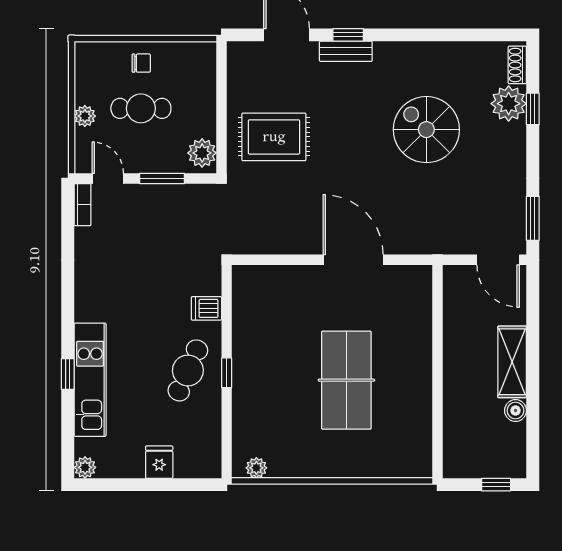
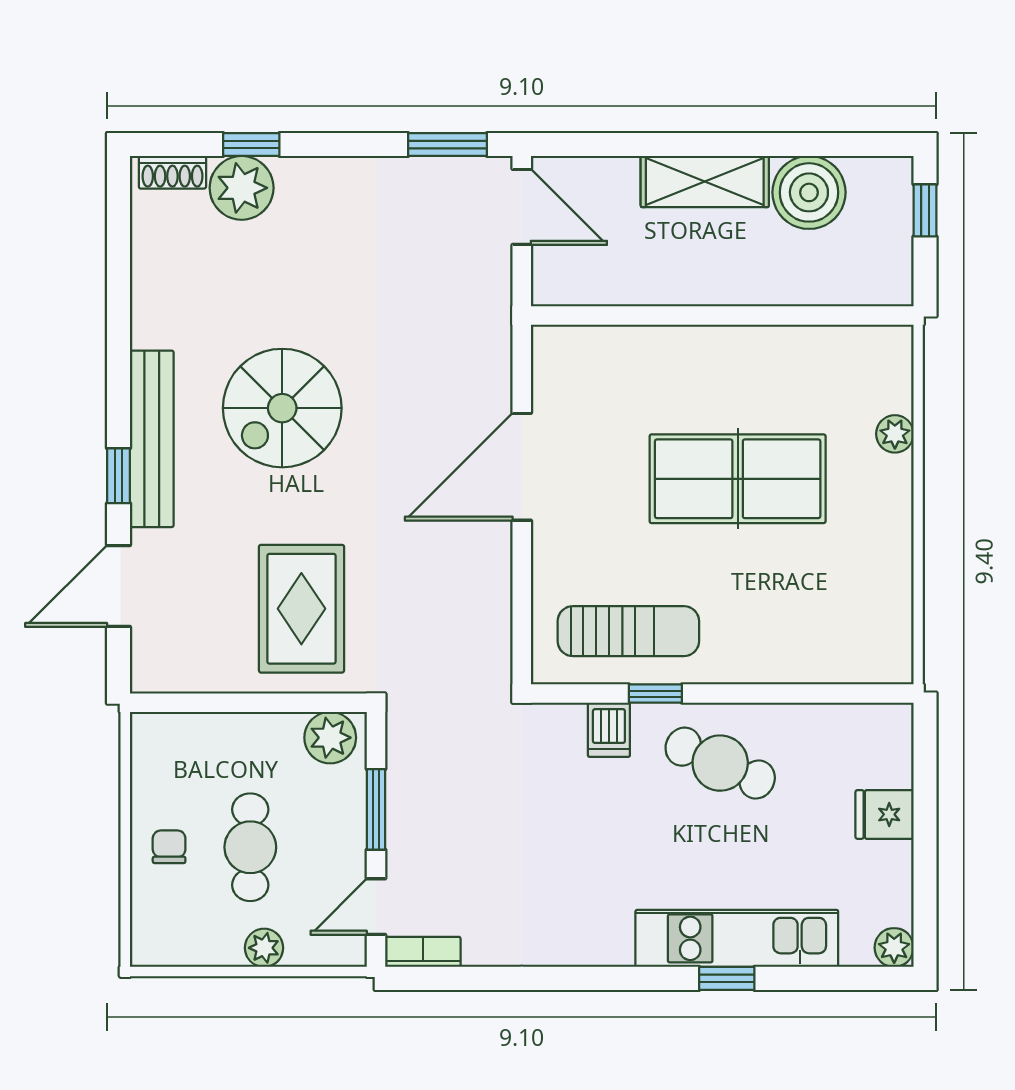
bench: (346, 51) -> (152, 439), width x1.86, depth x1.21
spiral stairs: (426, 130) -> (282, 408), moved
door: (498, 260) -> (522, 207), hinge flipped
sun lounger: (261, 319) -> (628, 631), added
window: (227, 373) -> (655, 694), moved
boiler: (515, 411) -> (809, 192), width x1.86, depth x1.86
plant: (256, 468) -> (895, 434), moved

